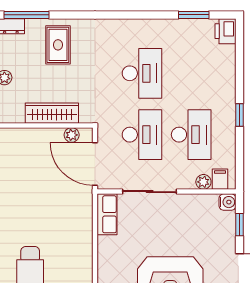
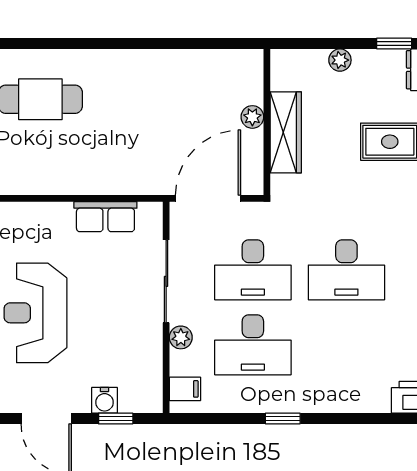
plant: (72, 135) -> (252, 117), moved
plant: (203, 182) -> (181, 337), moved
water cooler: (228, 202) -> (105, 400), moved
row of seats: (107, 214) -> (105, 217), moved

